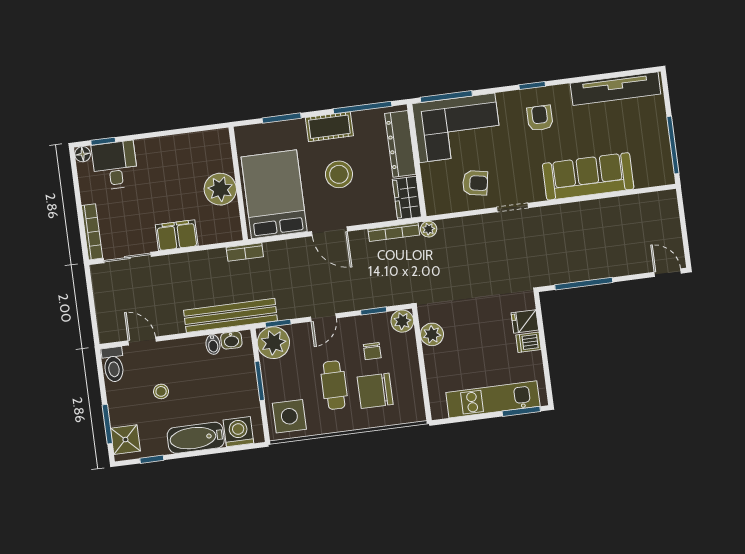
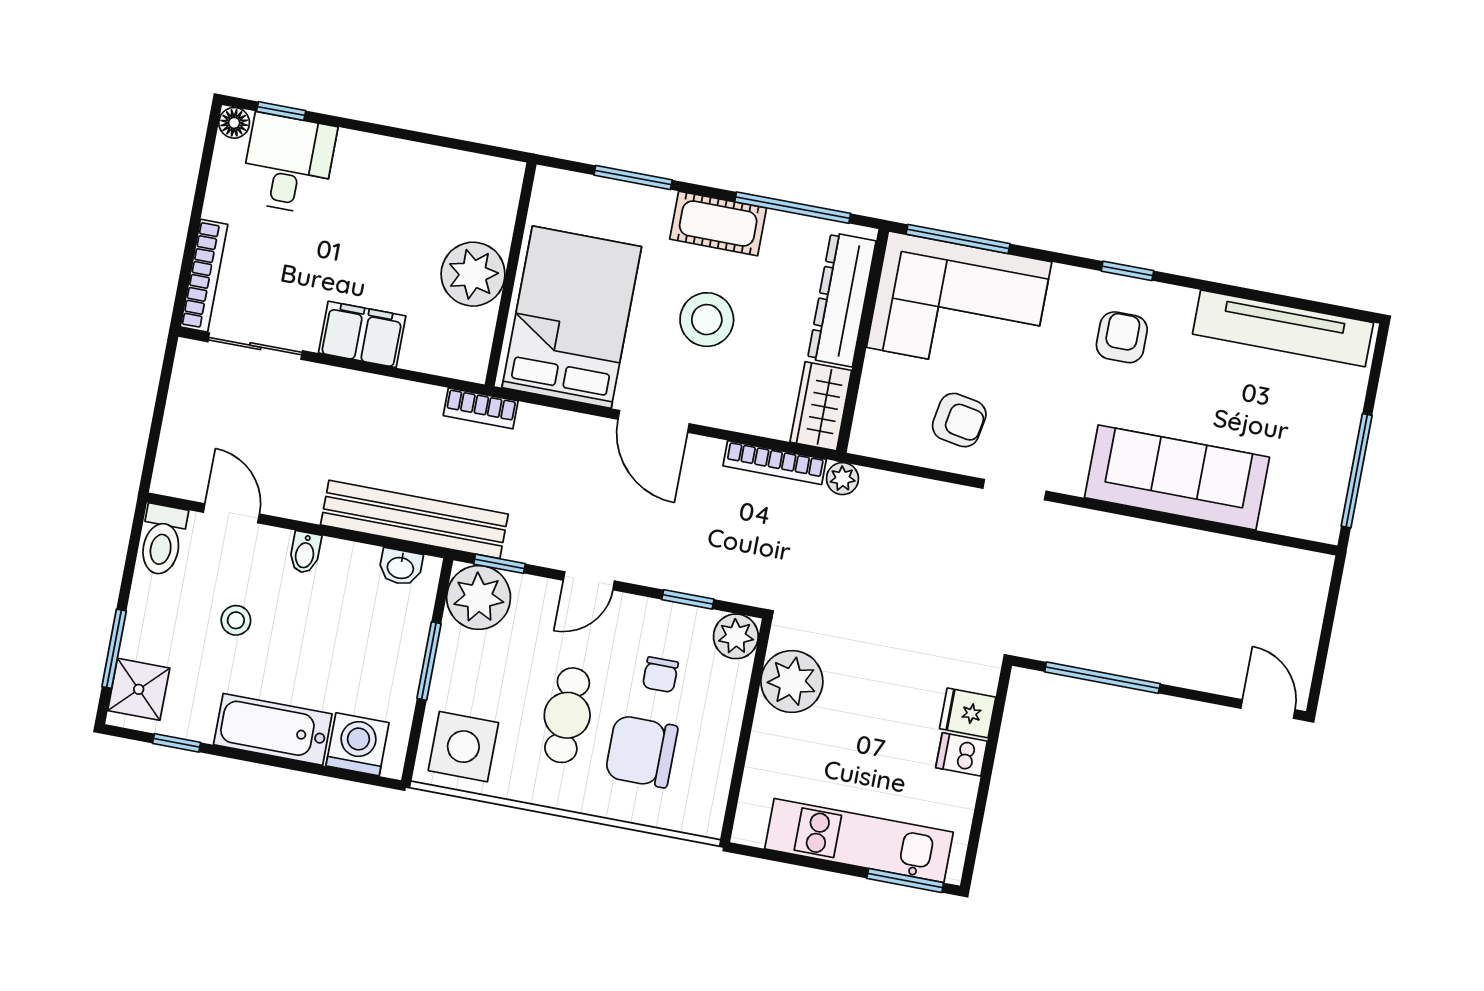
plant: (432, 334) -> (792, 681), width x1.36, depth x1.36
bidet: (213, 344) -> (305, 553), moved

